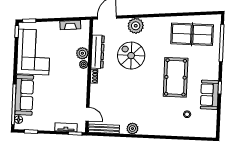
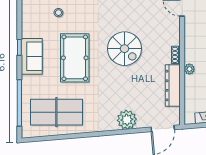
plant: (82, 53) -> (191, 83), removed
spiral stairs: (131, 56) -> (124, 49), moved
sofa: (209, 95) -> (32, 56), moved

